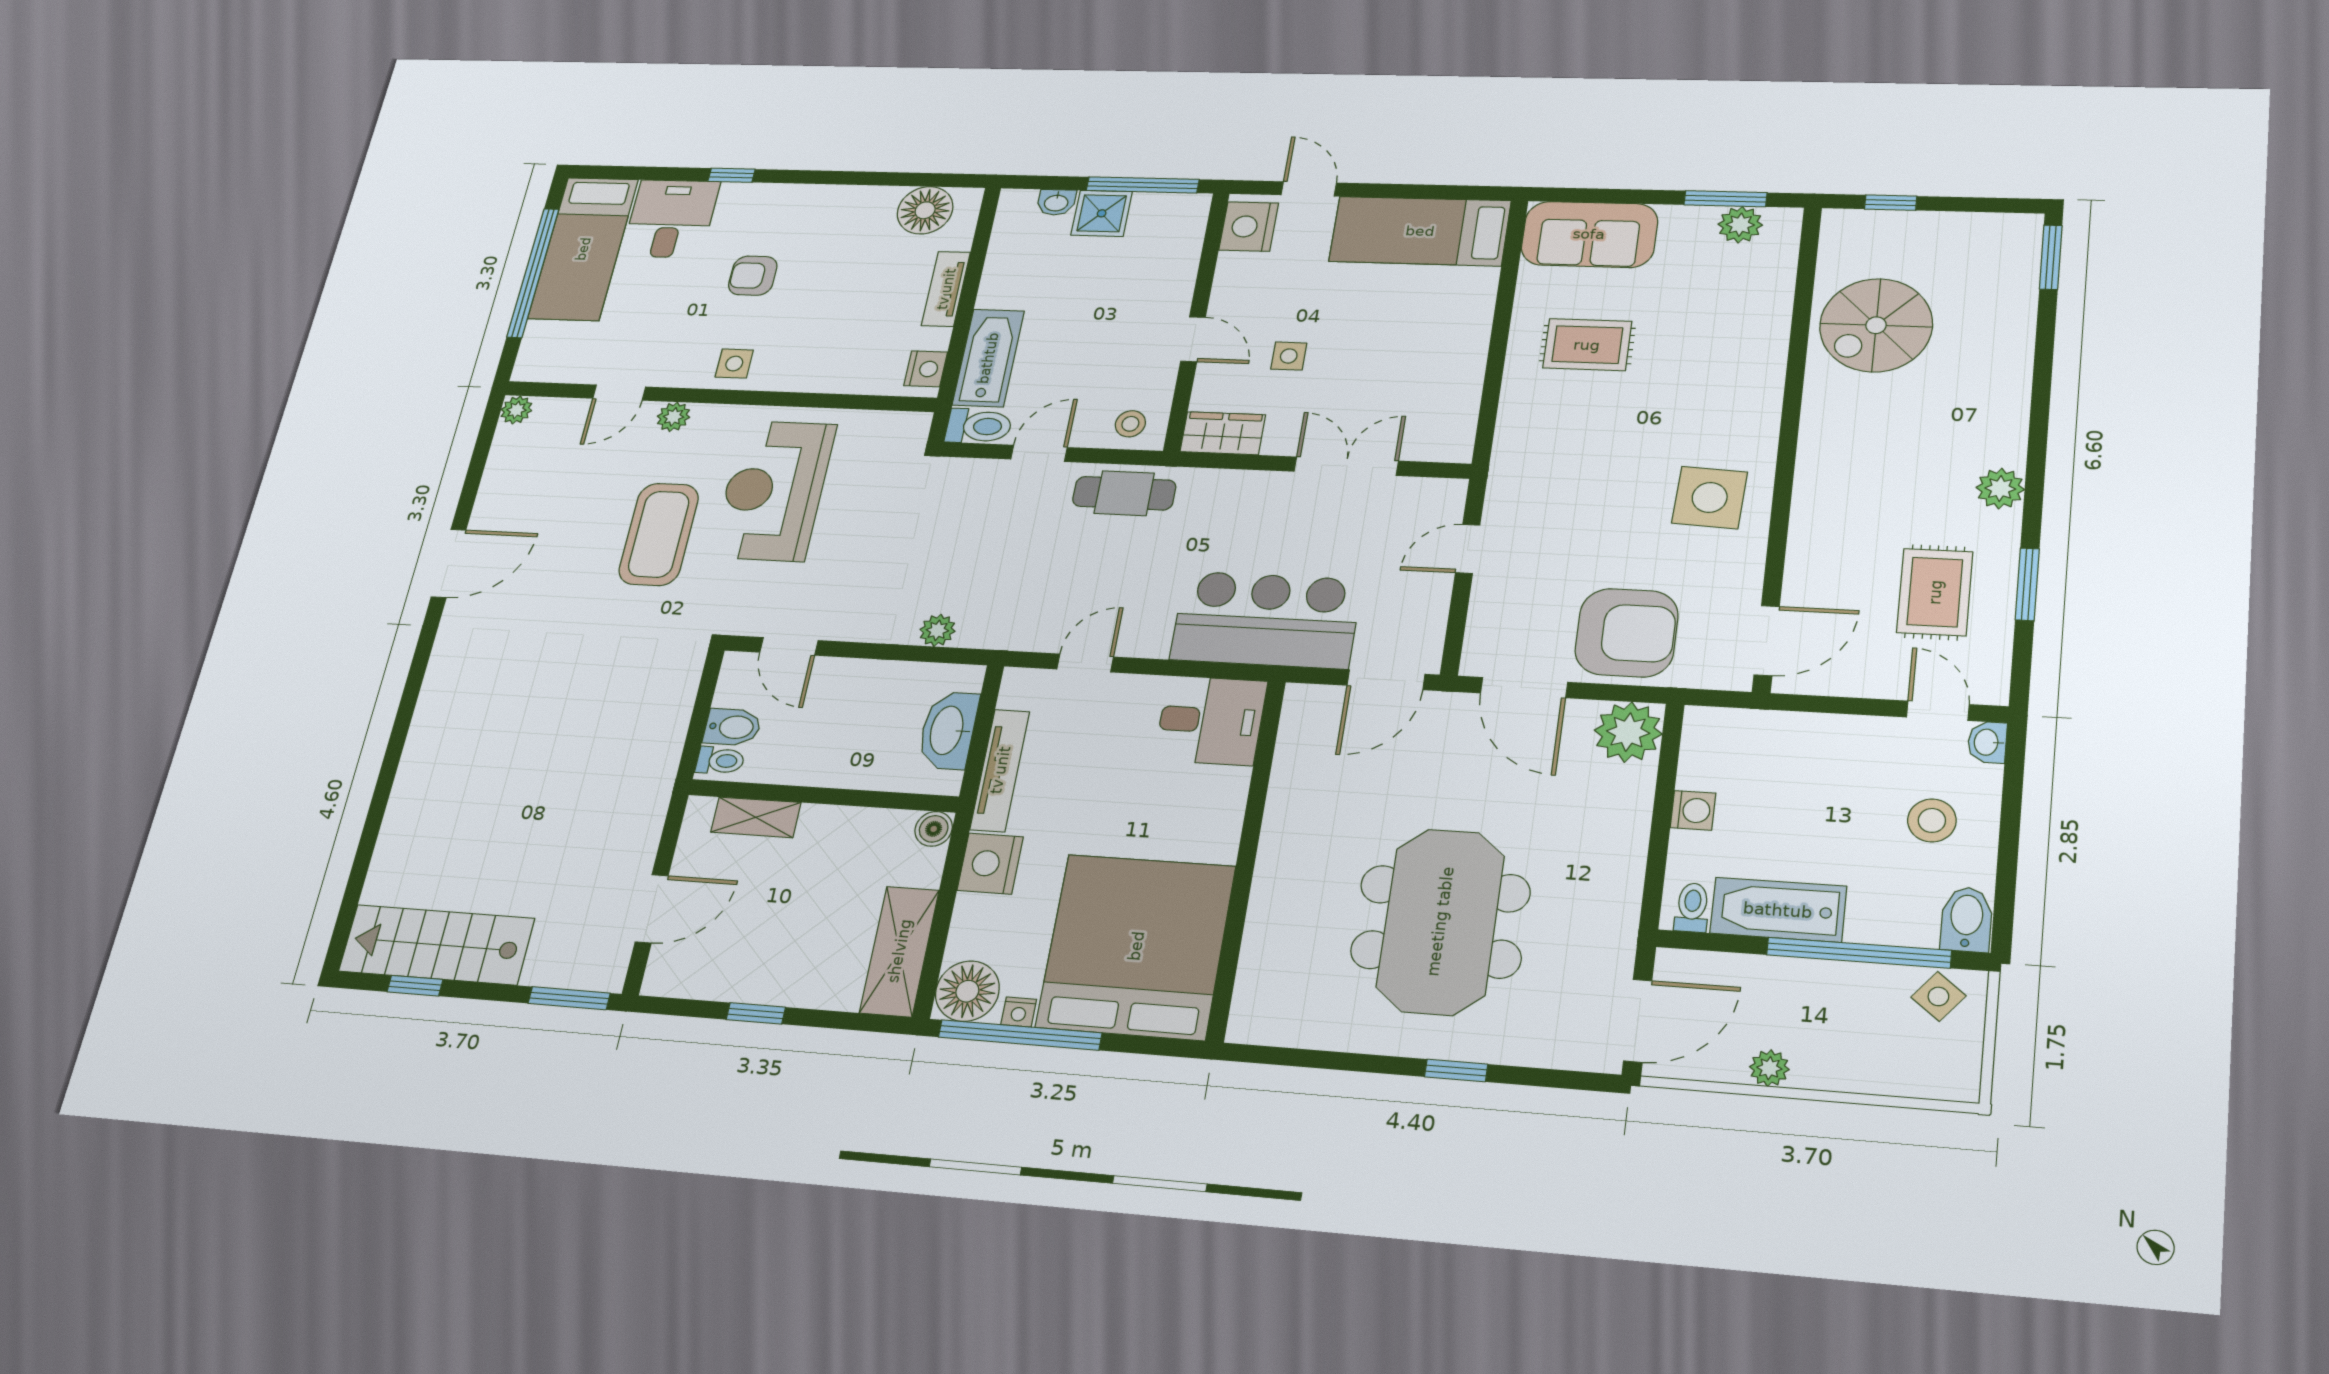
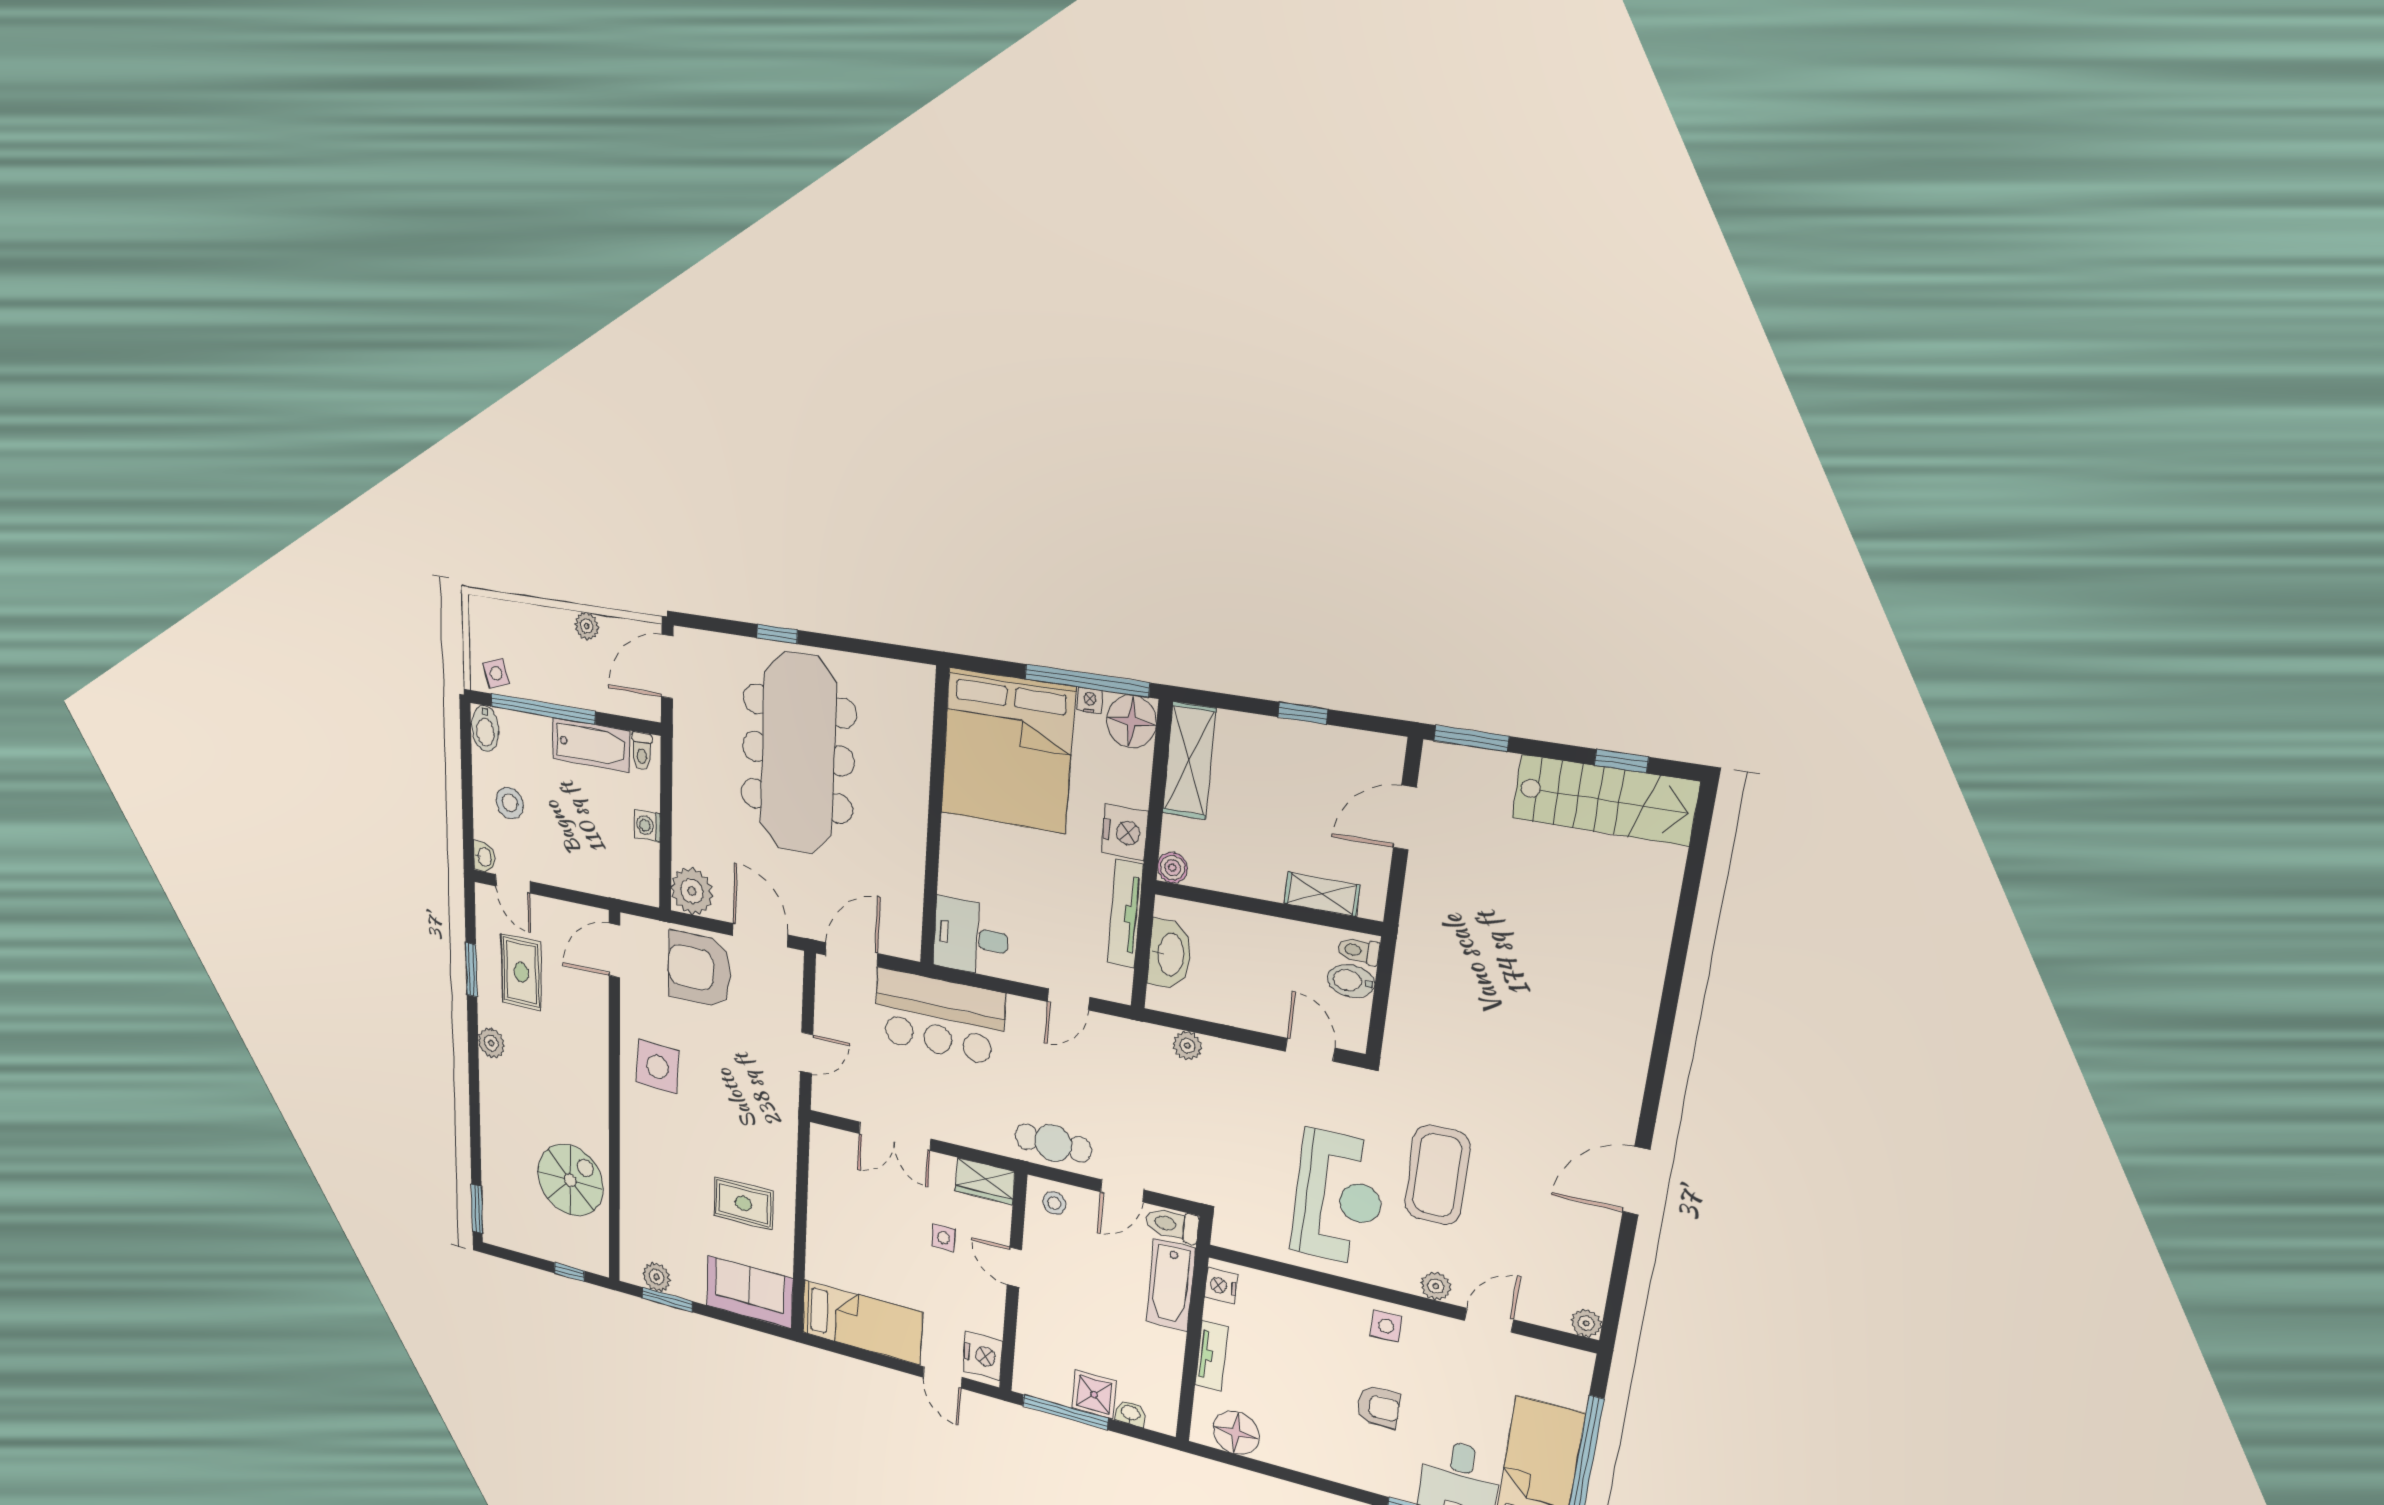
meeting table: (1440, 921) -> (798, 754), width x1.36
side table: (1938, 996) -> (496, 673), turned 33

